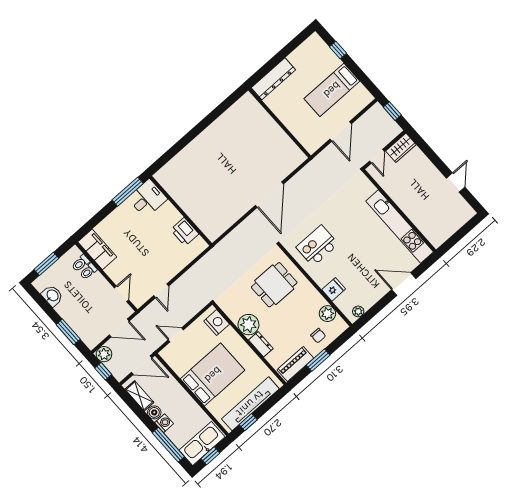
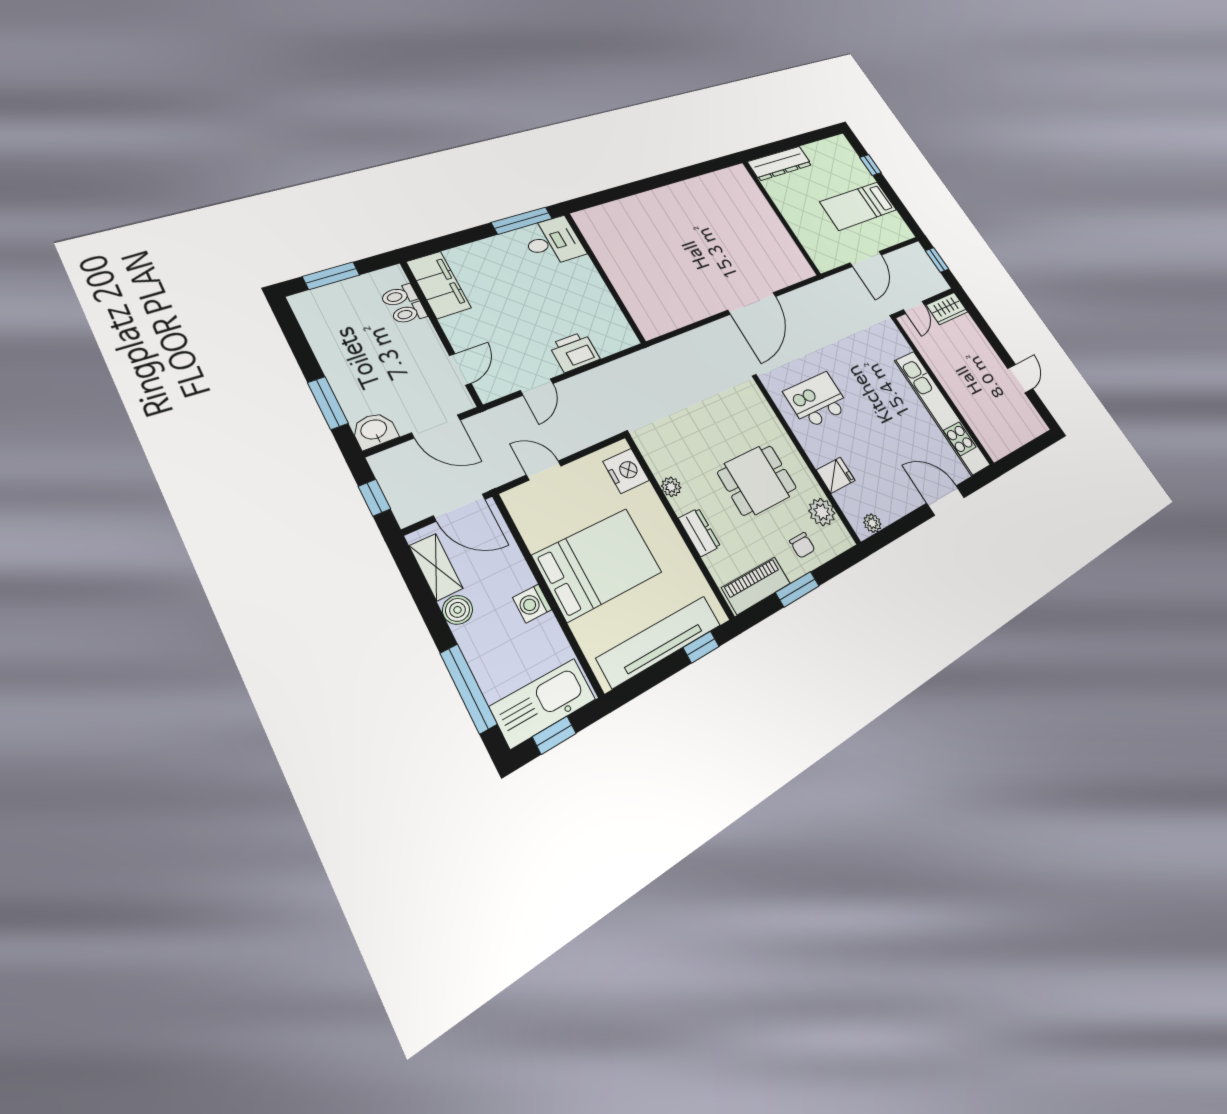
printer: (185, 232) -> (574, 352), moved, turned 90
dining table: (274, 285) -> (757, 480), moved
washbasin: (52, 296) -> (374, 430), moved, turned -90
plant: (248, 325) -> (671, 487), width x0.53, depth x0.53
plant: (104, 354) -> (388, 465), removed
window: (248, 422) -> (701, 647), moved
washing machine: (164, 423) -> (532, 604), moved, turned 180

